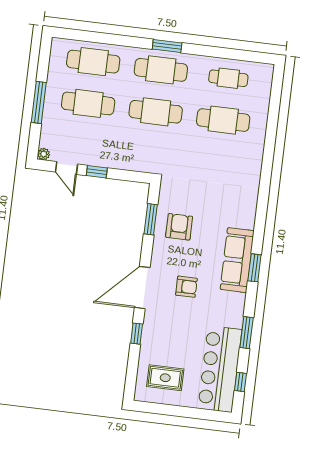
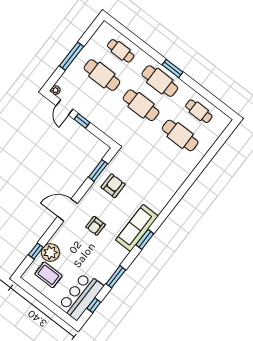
cafe table: (93, 62) -> (121, 51), width x0.73, depth x0.74
armchair: (186, 287) -> (95, 226), turned 90
door: (142, 288) -> (67, 210), width x0.73
window: (137, 334) -> (36, 251), moved
plant: (152, 350) -> (50, 253), added
bar counter: (220, 369) -> (81, 296), width x0.73

